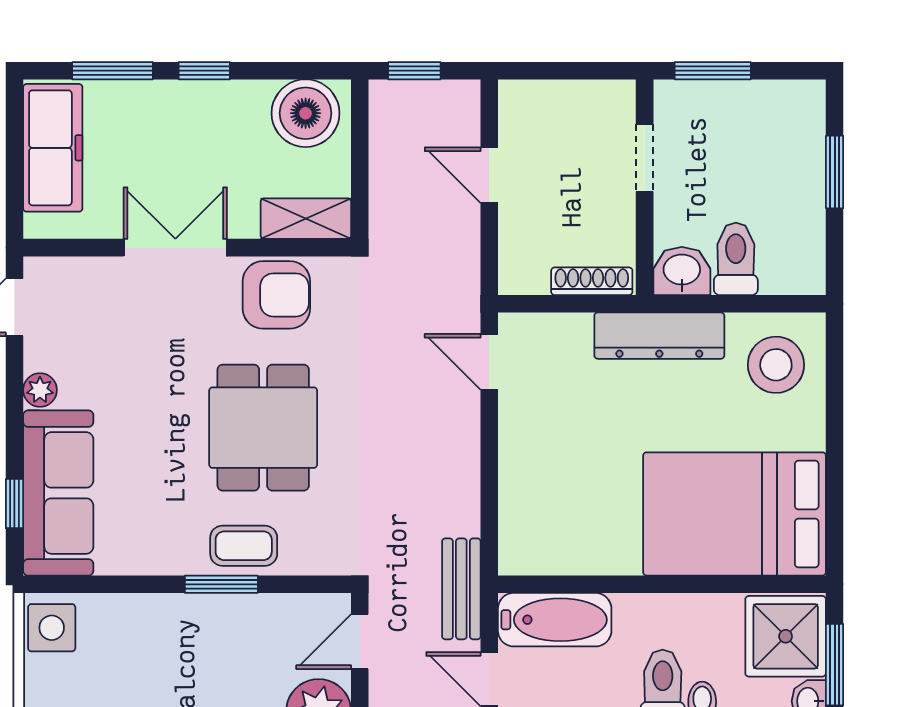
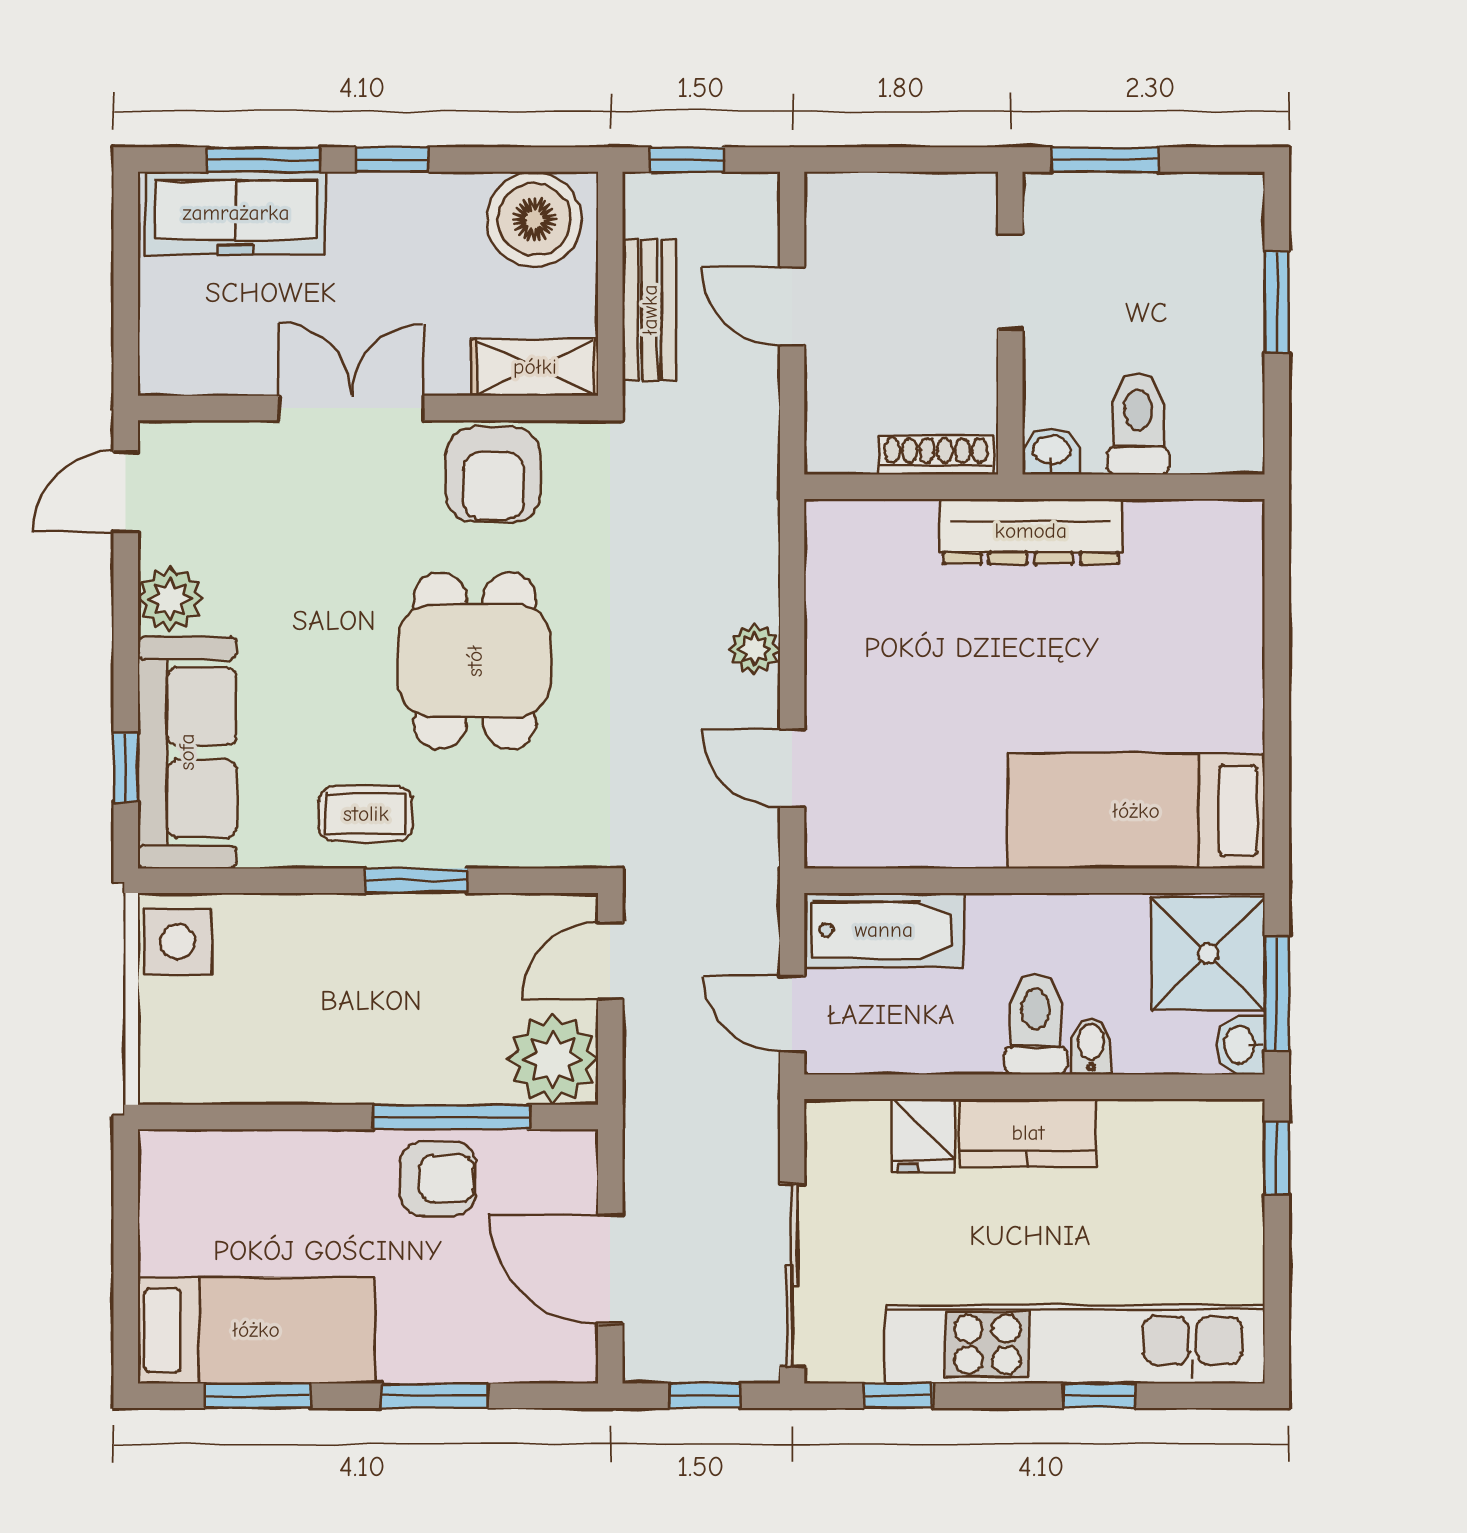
freezer: (53, 148) -> (236, 213), moved, turned 90
washbasin: (682, 271) -> (1051, 451), width x0.72, depth x0.69
armchair: (276, 295) -> (493, 474), turned 90
door: (489, 362) -> (792, 768), moved
stool: (776, 365) -> (1195, 573), removed
plant: (40, 390) -> (170, 599), width x1.38, depth x1.38
plant: (462, 419) -> (754, 649), added
bed: (735, 514) -> (1136, 811), width x0.67
coffee table: (244, 546) -> (366, 814), moved
bench: (461, 589) -> (650, 310), moved

